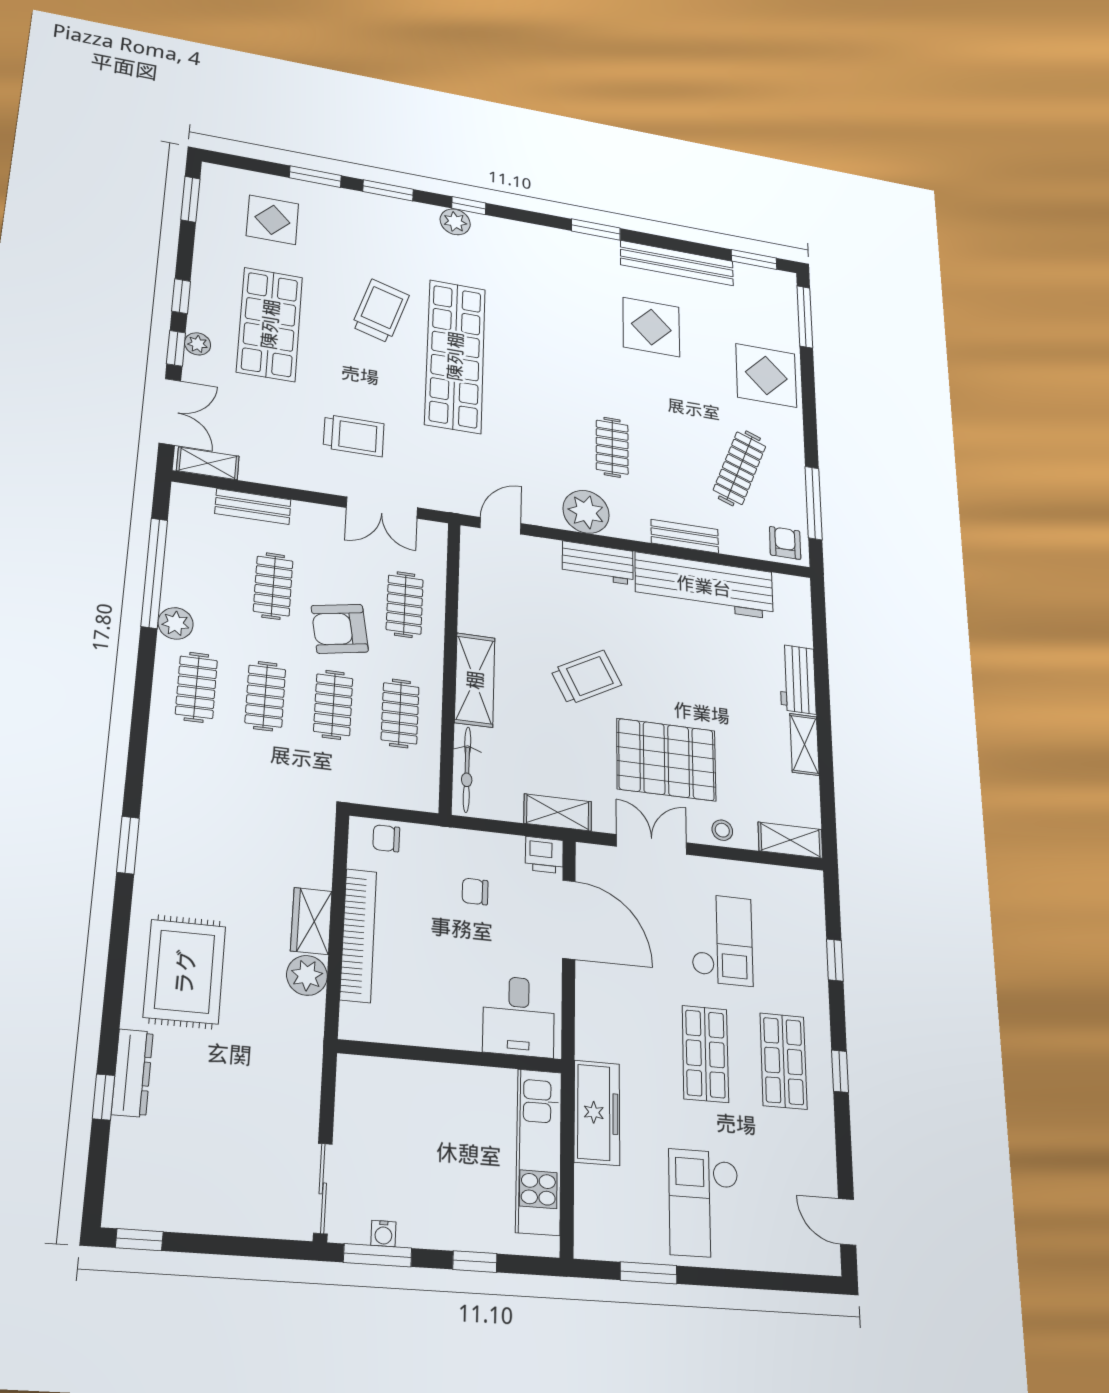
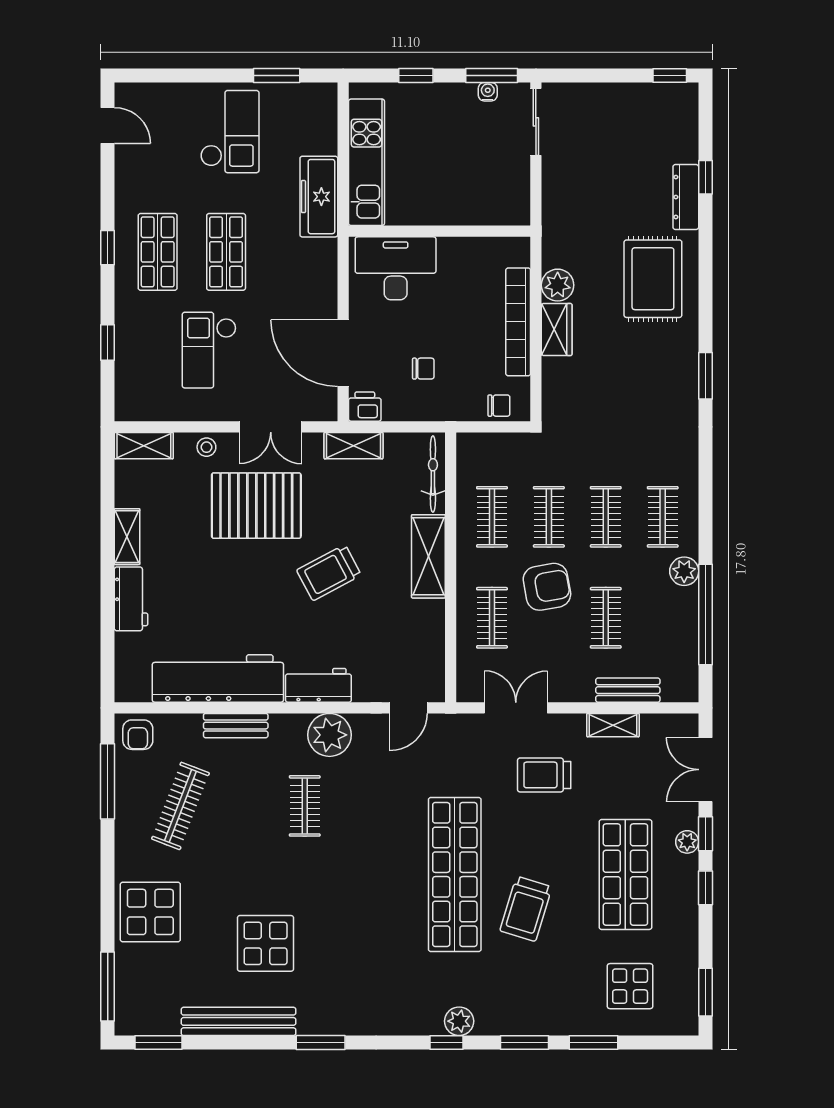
shelving: (208, 463) -> (613, 725), moved
desk: (519, 1016) -> (396, 268), width x1.37

